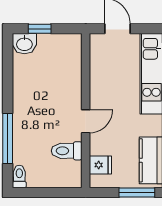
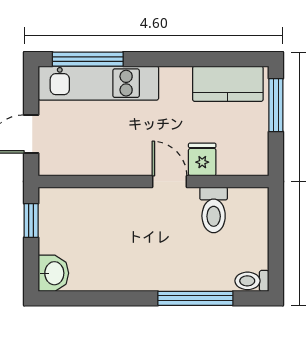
window: (40, 29) -> (31, 221), moved
fridge: (100, 165) -> (202, 160), moved

